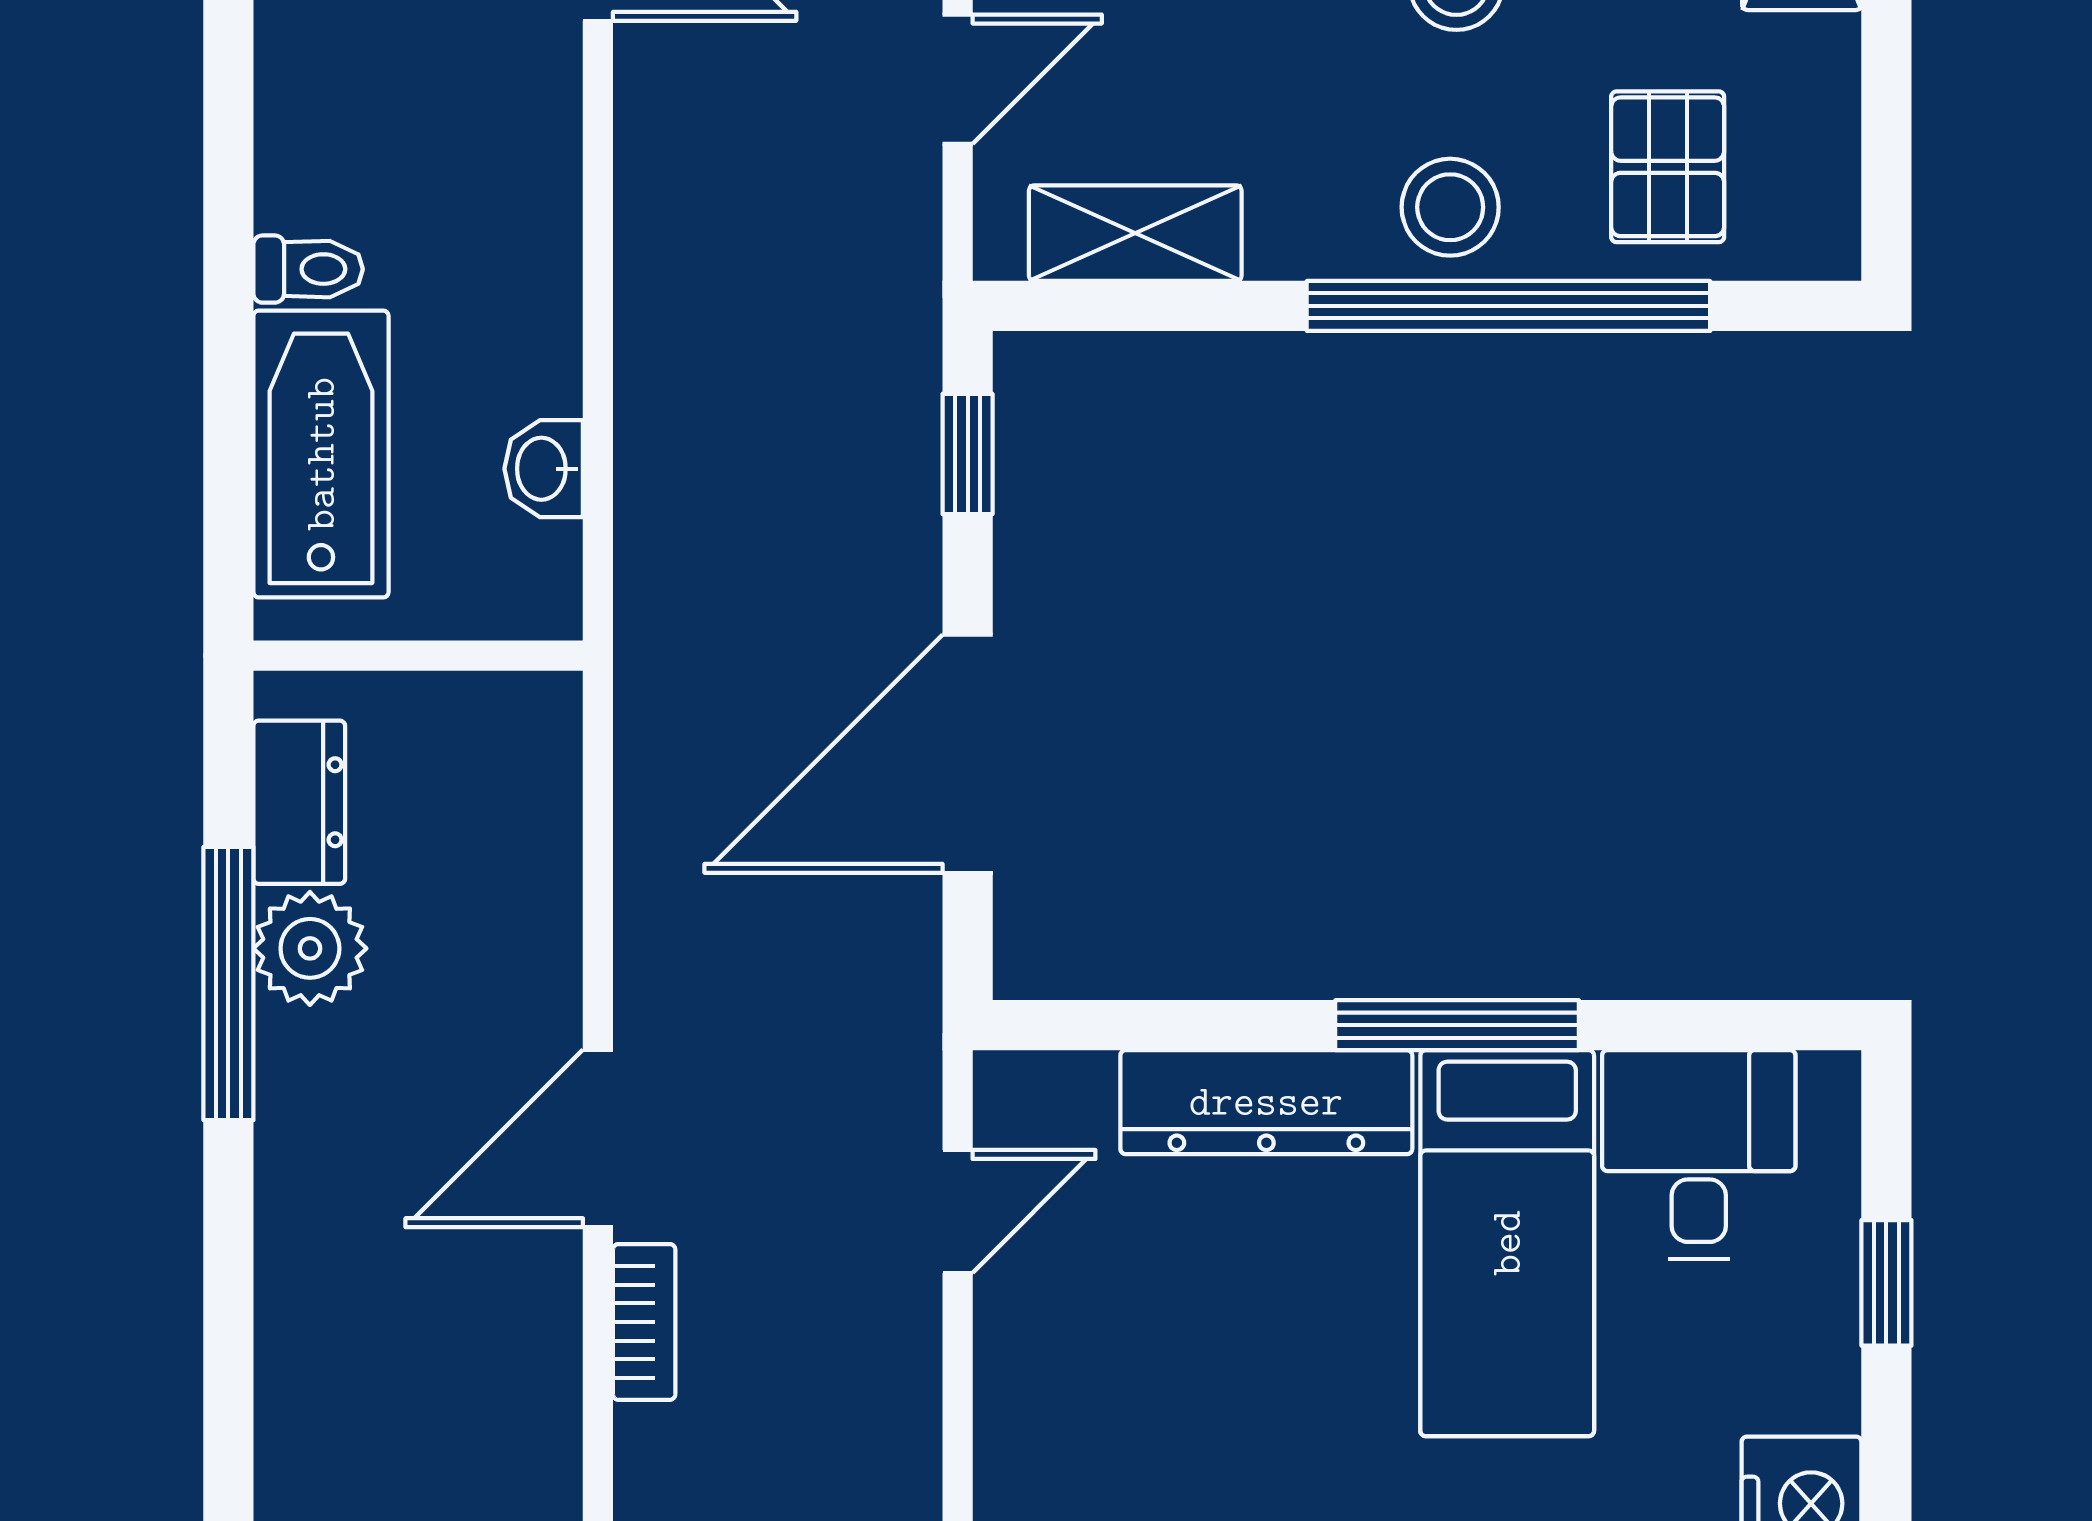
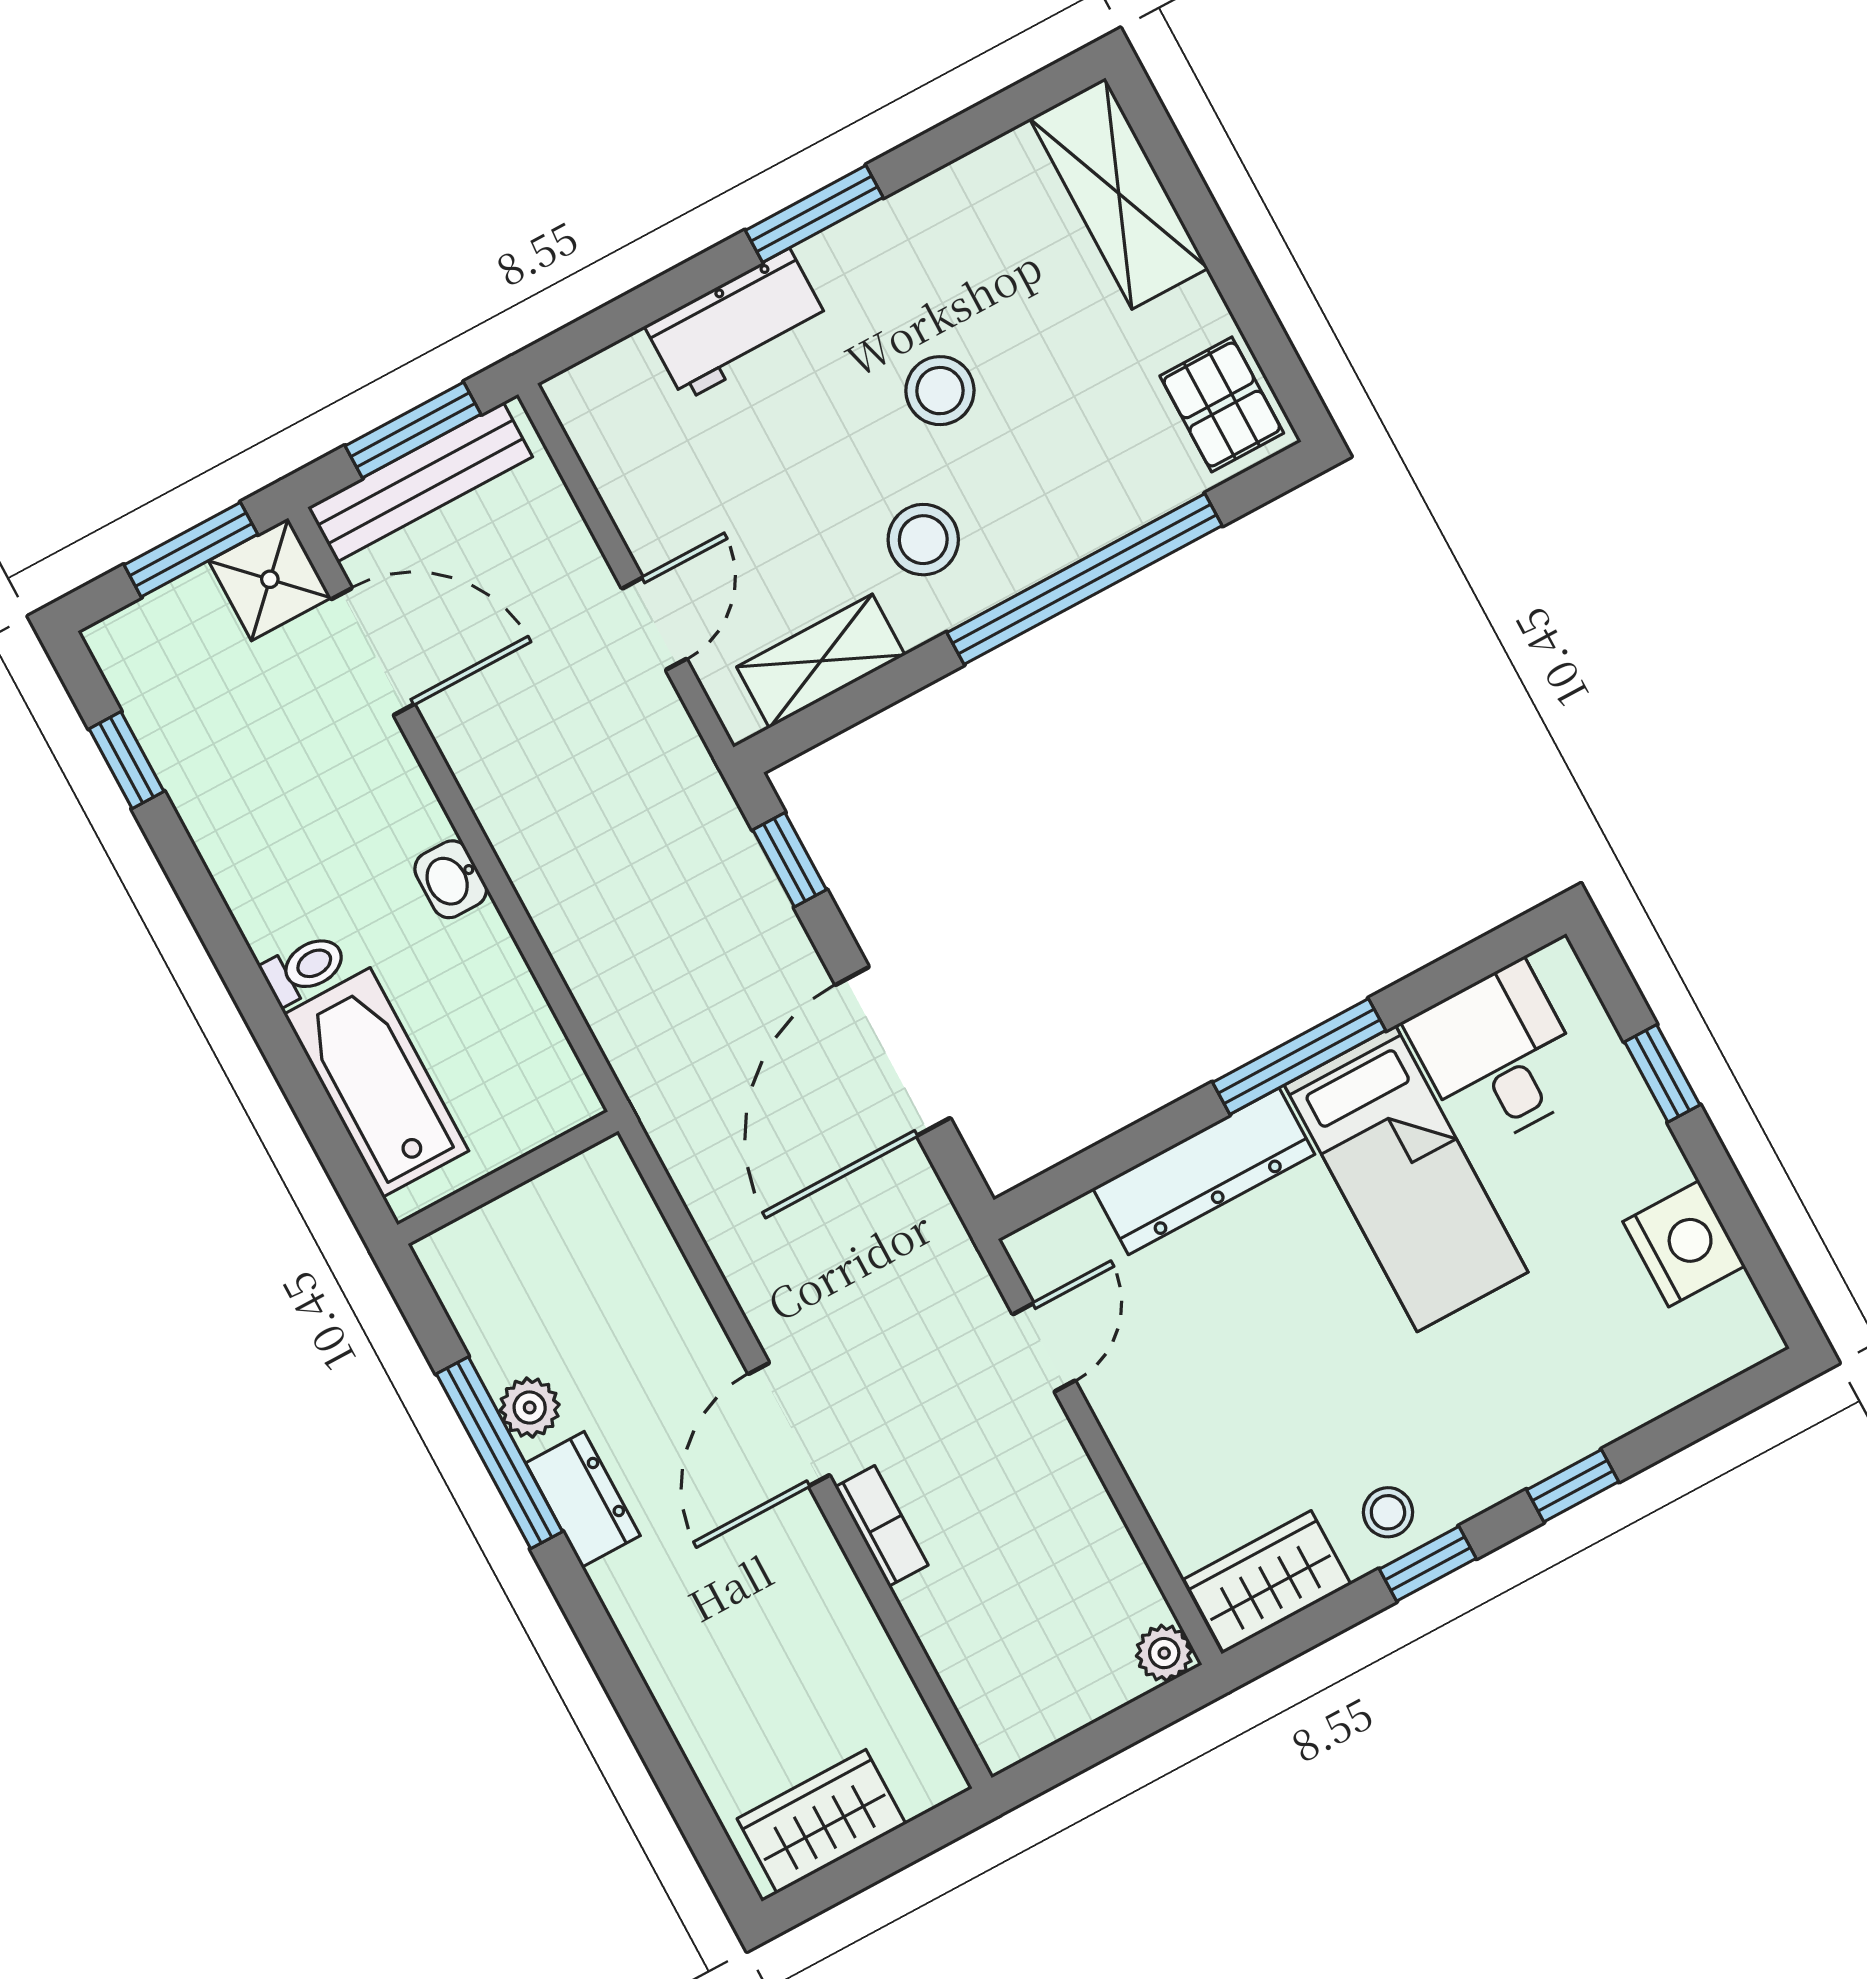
pallet: (1668, 167) -> (1222, 404), moved
stool: (1450, 207) -> (923, 540), moved
washbasin: (544, 469) -> (451, 879), moved
dresser: (299, 802) -> (583, 1499), moved
plant: (310, 948) -> (530, 1408), width x0.73, depth x0.73

